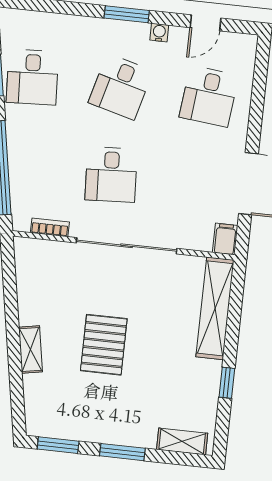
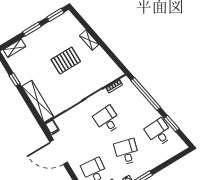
pallet: (104, 345) -> (66, 61), turned 90

